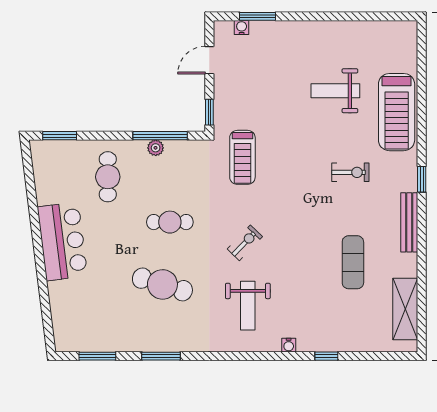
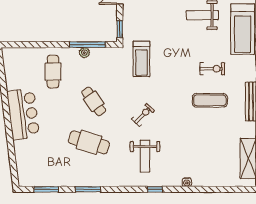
window: (60, 136) -> (21, 45), removed
cafe table: (170, 222) -> (94, 101), turned 55
exercise mat: (353, 262) -> (210, 100), moved, turned 90
water cooler: (289, 345) -> (187, 182), moved
window: (326, 356) -> (155, 189), moved

